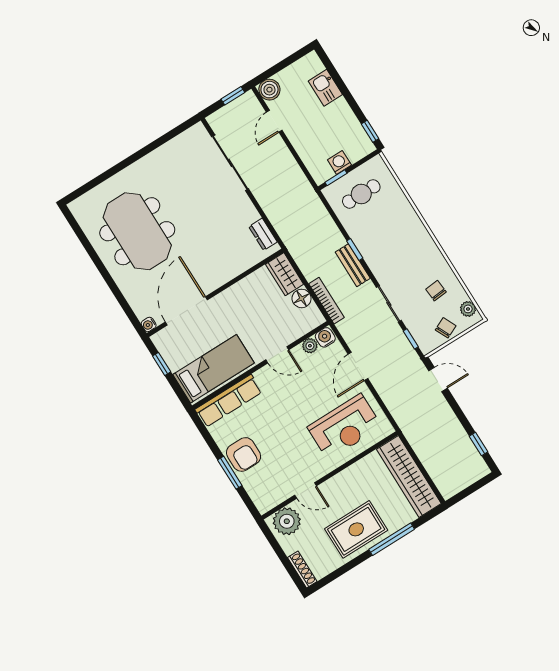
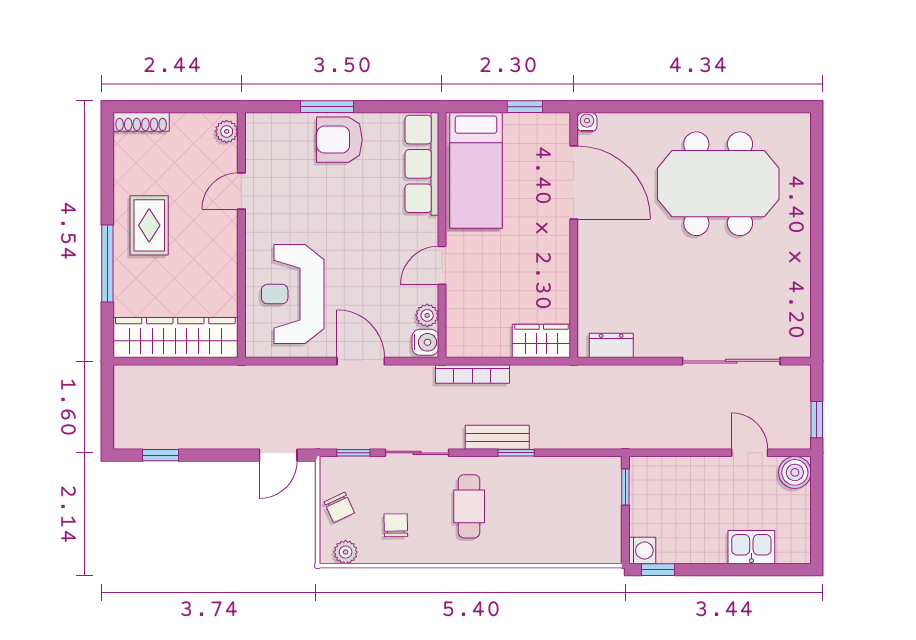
washing machine: (339, 162) -> (642, 551), moved
cafe table: (361, 194) -> (469, 506), moved
chair: (436, 291) -> (396, 525), turned -86
floor lamp: (302, 298) -> (496, 343), removed
plant: (287, 521) -> (227, 131), width x0.53, depth x0.53
rug: (356, 529) -> (149, 225), width x0.73, depth x0.70

